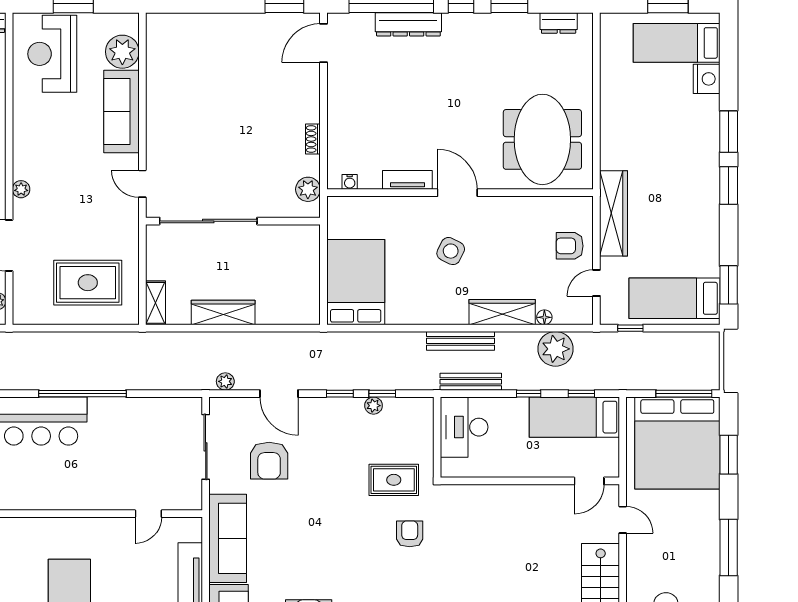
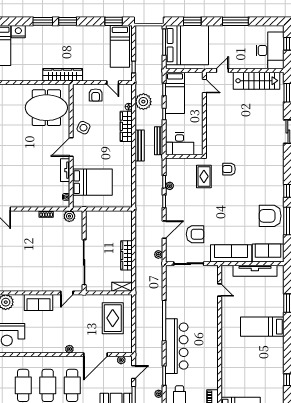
sofa: (121, 112) -> (39, 303), width x0.73
wardrobe: (614, 213) -> (63, 75), moved
side table: (451, 251) -> (83, 128), moved
bed: (356, 282) -> (92, 182), moved, turned 180

